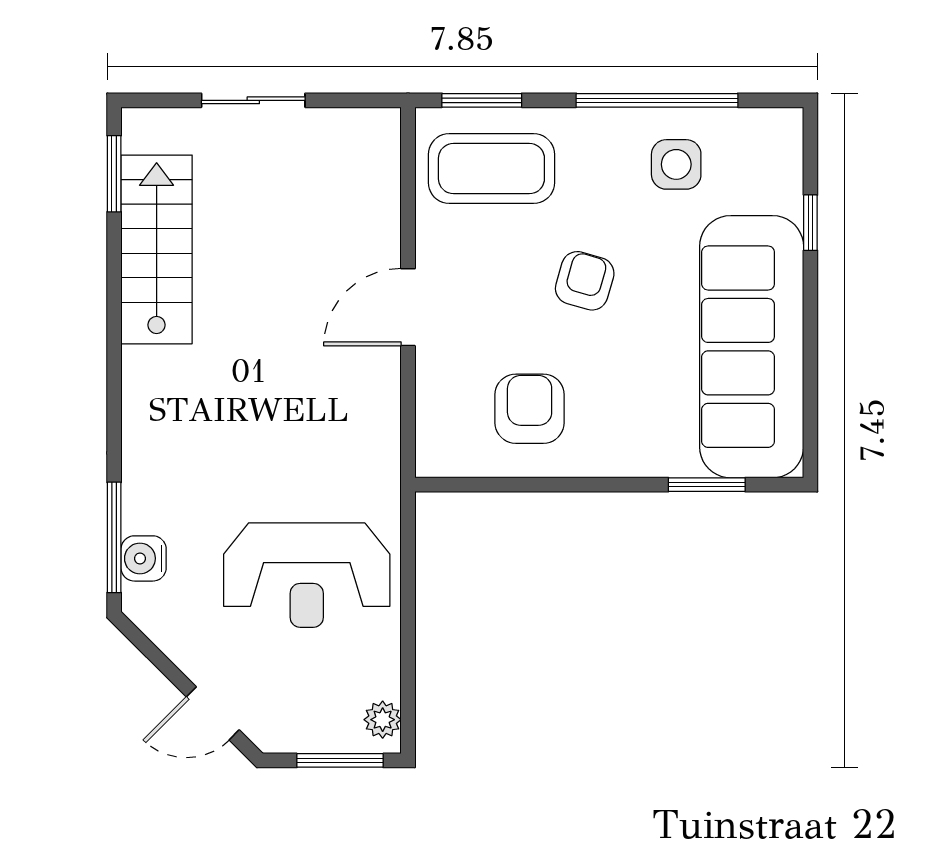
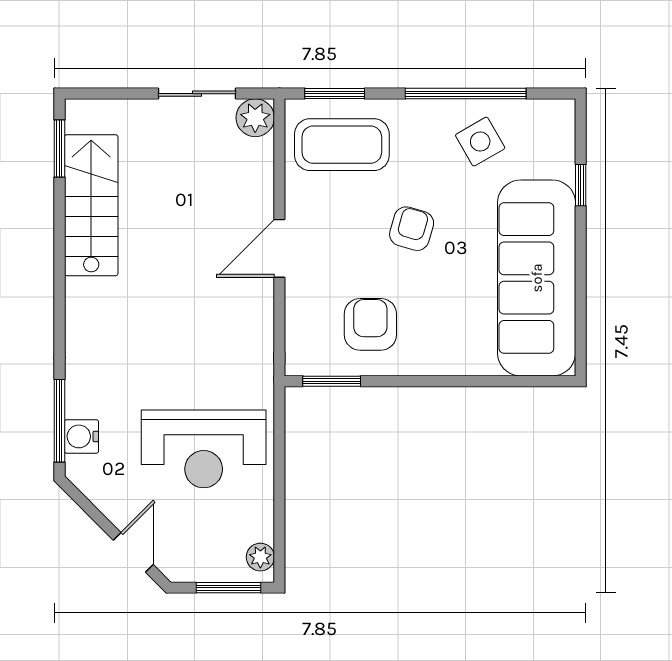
sliding door: (253, 100) -> (197, 94), moved
plant: (376, 133) -> (255, 118), added
side table: (676, 164) -> (480, 142), turned -30
window: (707, 485) -> (332, 381), moved
door: (213, 713) -> (133, 552), swing flipped

